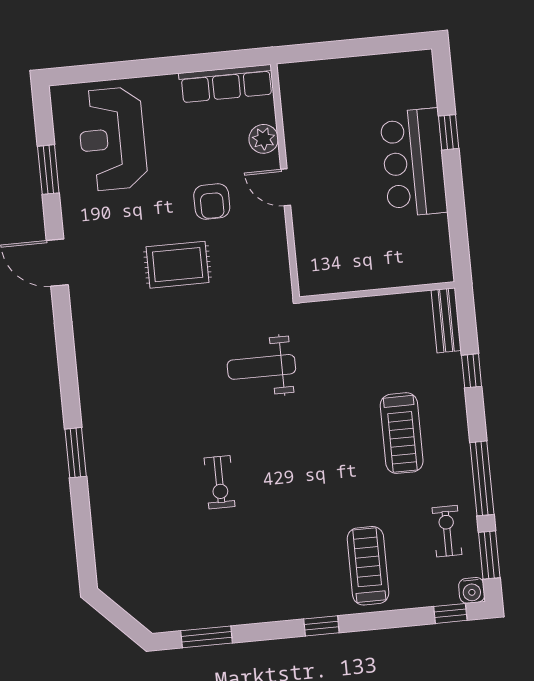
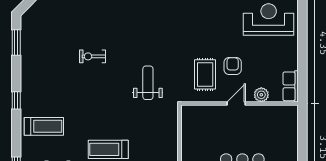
row of seats: (226, 84) -> (291, 86), width x0.68
armchair: (212, 201) -> (233, 66), turned 90
rug: (178, 265) -> (205, 74), moved

